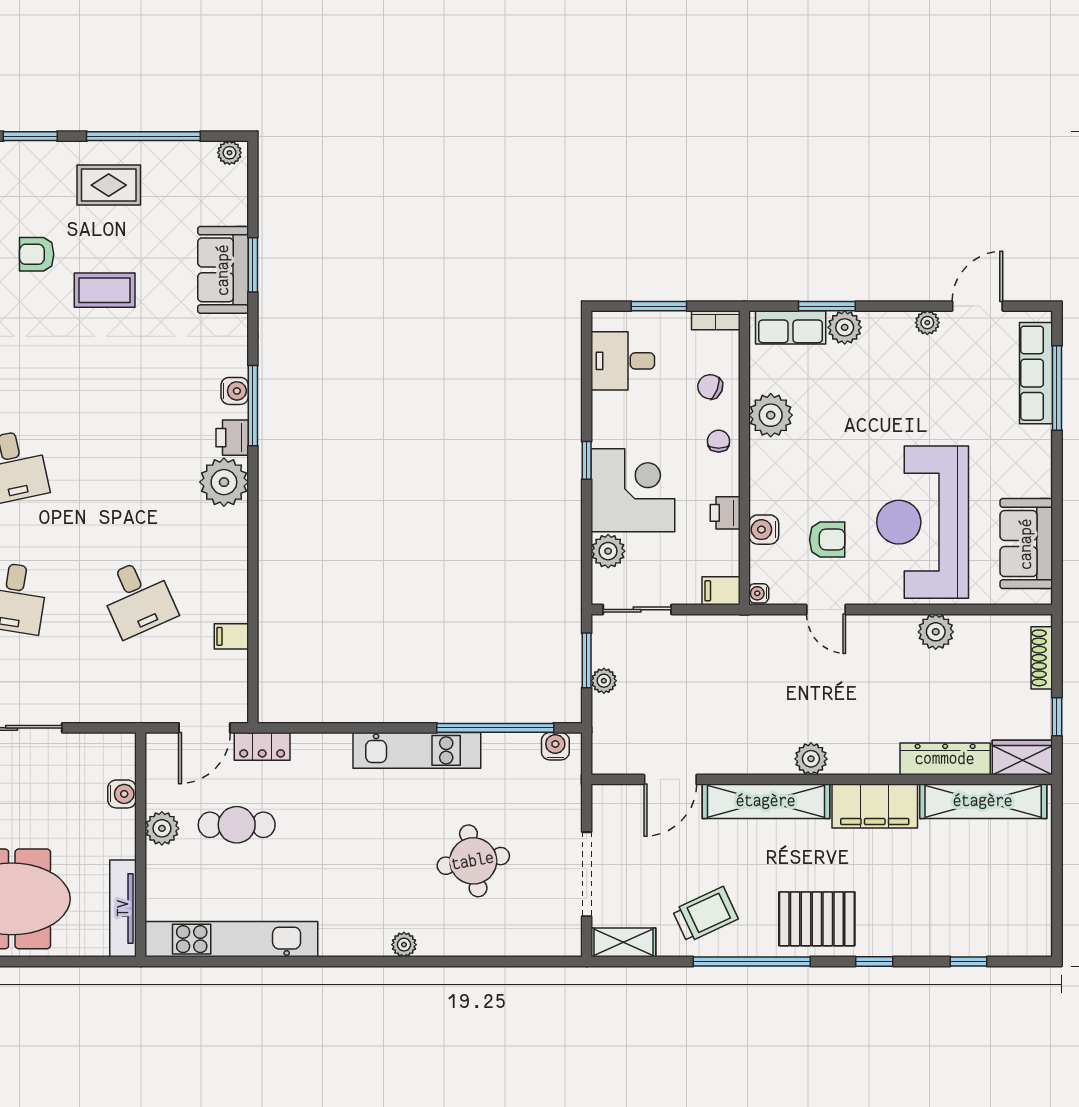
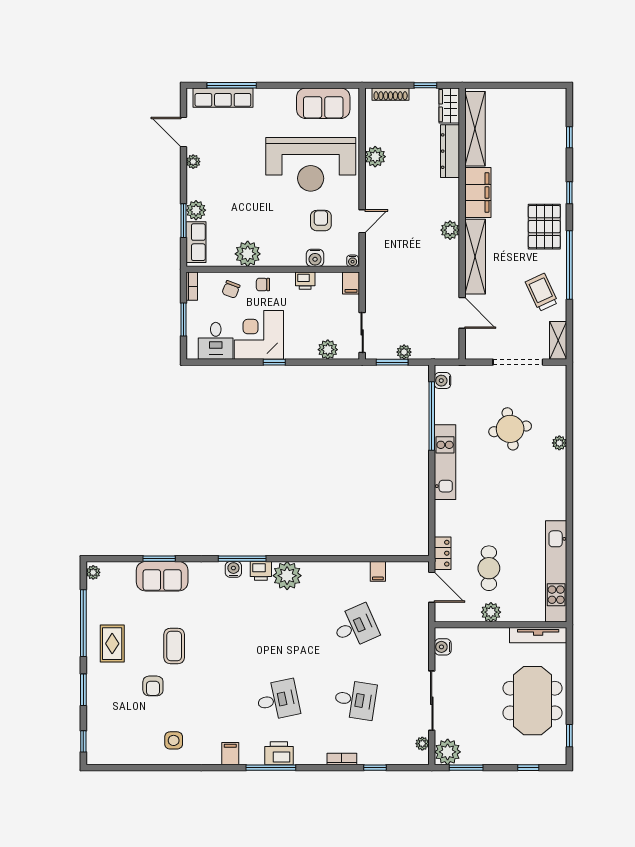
corner desk: (633, 490) -> (259, 335), moved
water cooler: (122, 794) -> (443, 647), moved, turned -90
plant: (404, 945) -> (559, 443), moved

